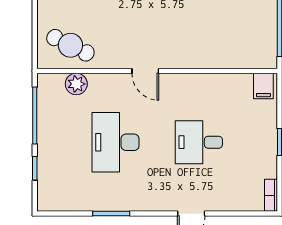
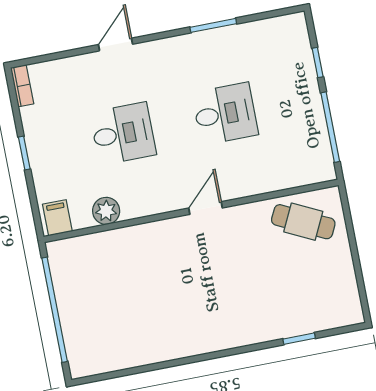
door: (145, 71) -> (206, 208), hinge flipped
plant: (76, 84) -> (106, 211), moved
desk: (116, 142) -> (225, 114), width x0.73

